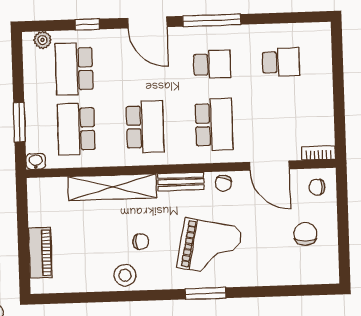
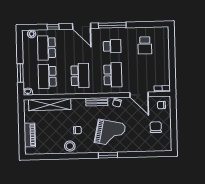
school desk: (281, 62) -> (145, 45), turned 90
shelving: (112, 187) -> (50, 105), moved

